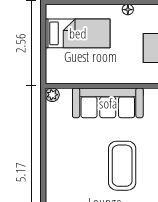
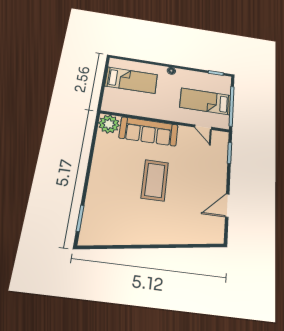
plant: (52, 95) -> (109, 124), width x1.88, depth x1.88

